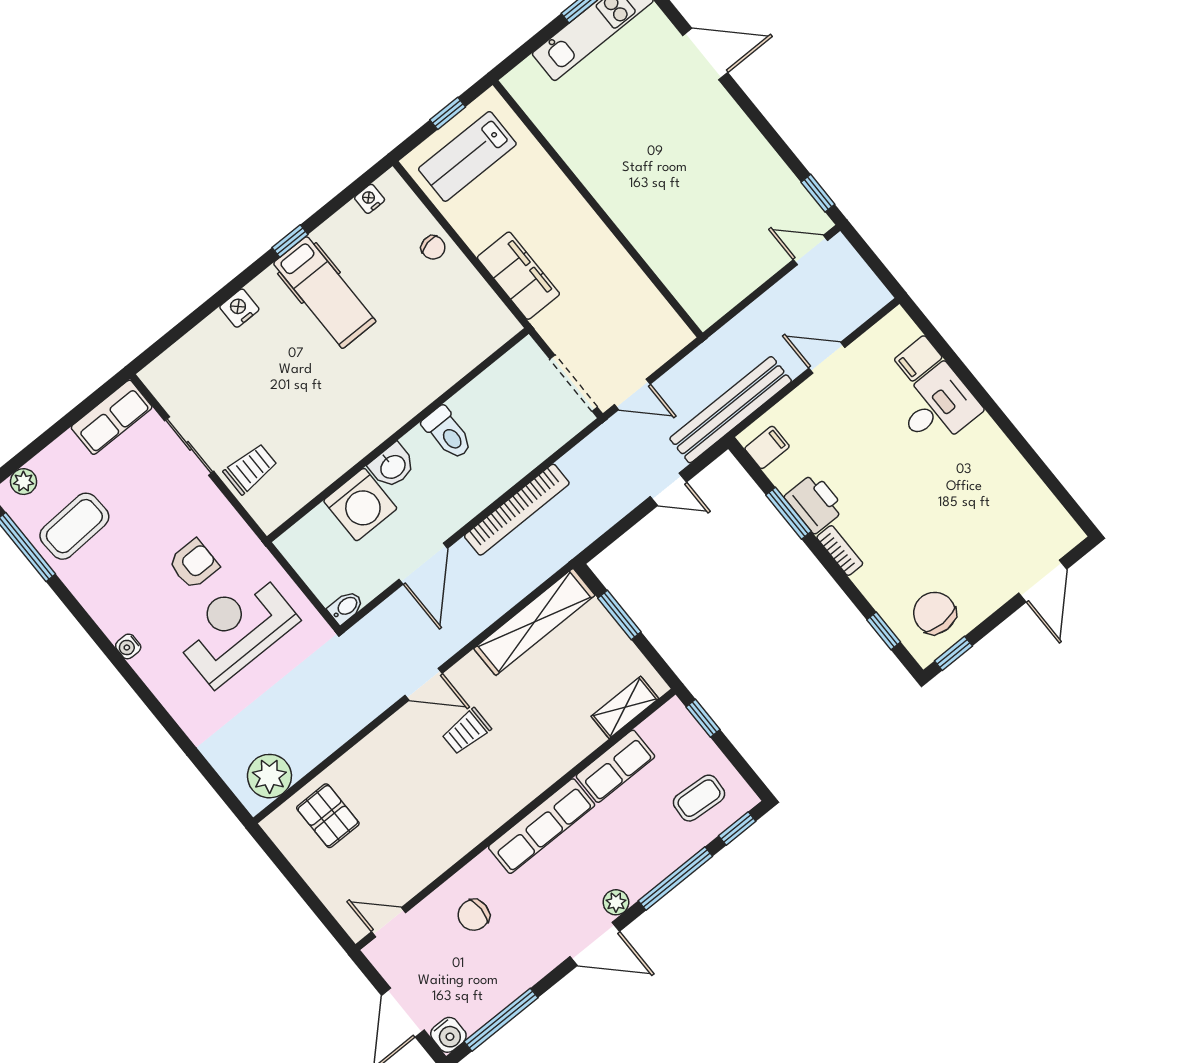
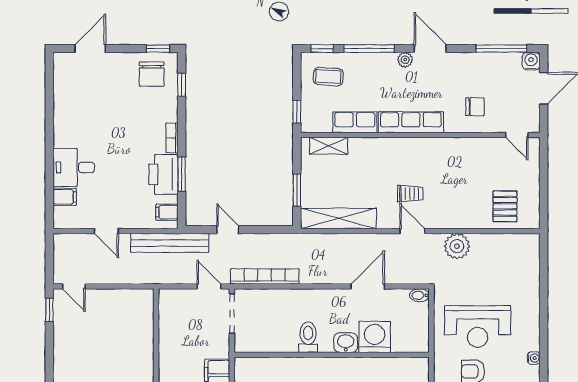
printer: (815, 503) -> (163, 174), width x1.37, depth x1.19
bookcase: (517, 510) -> (265, 276), moved
plant: (269, 776) -> (457, 246), moved

